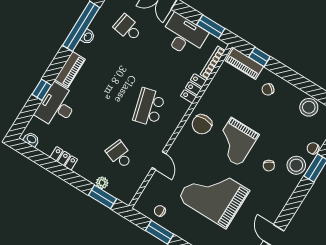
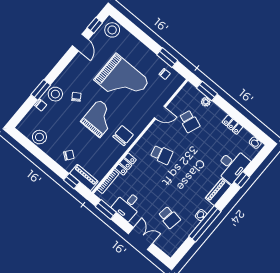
desk: (184, 35) -> (127, 206), width x0.73
school desk: (149, 107) -> (162, 155), width x0.54
door: (159, 161) -> (160, 113), swing flipped

